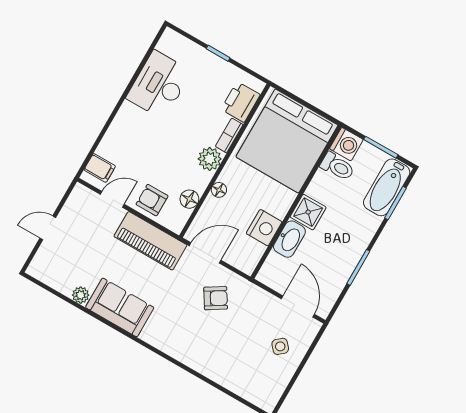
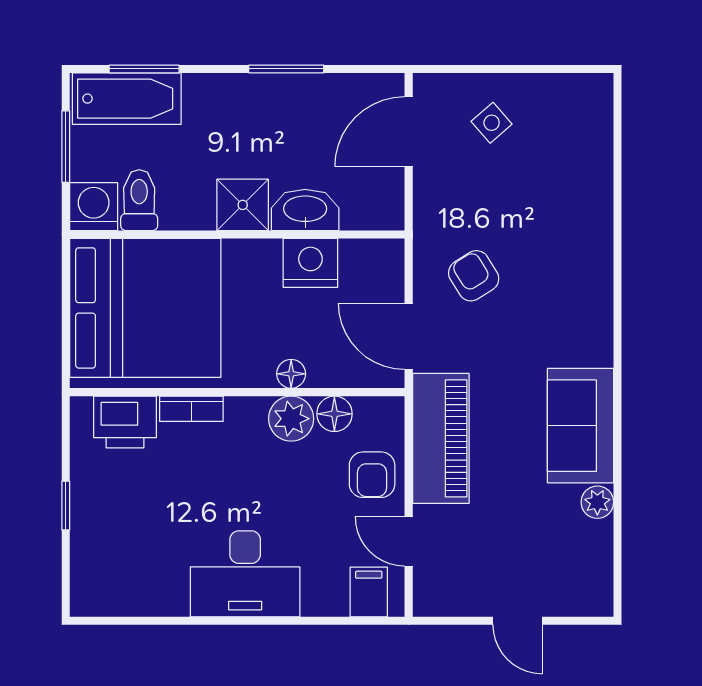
desk: (159, 85) -> (245, 574), moved
plant: (210, 159) -> (291, 419), moved

